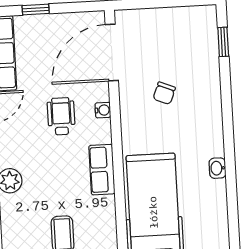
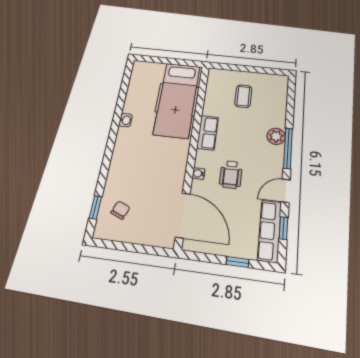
door: (112, 53) -> (183, 215), hinge flipped
chair: (164, 93) -> (120, 210), moved

